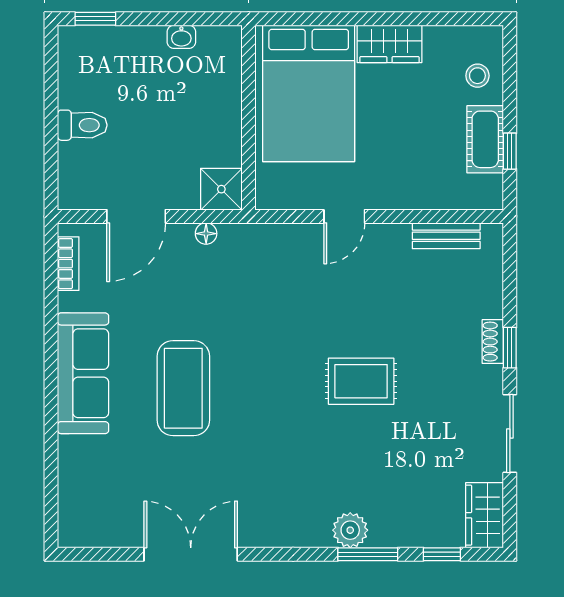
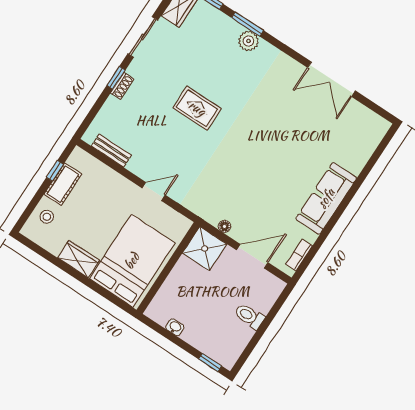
shower: (221, 189) -> (205, 249), width x1.36, depth x1.36
coffee table: (183, 388) -> (283, 160), removed

